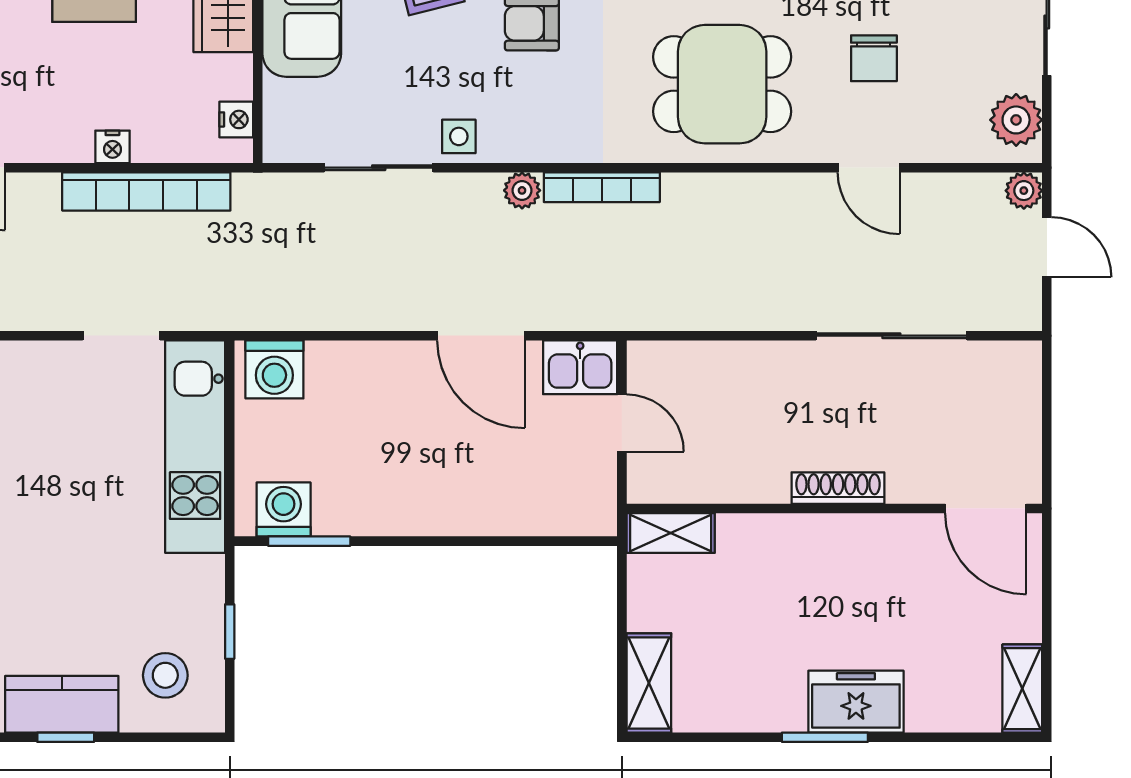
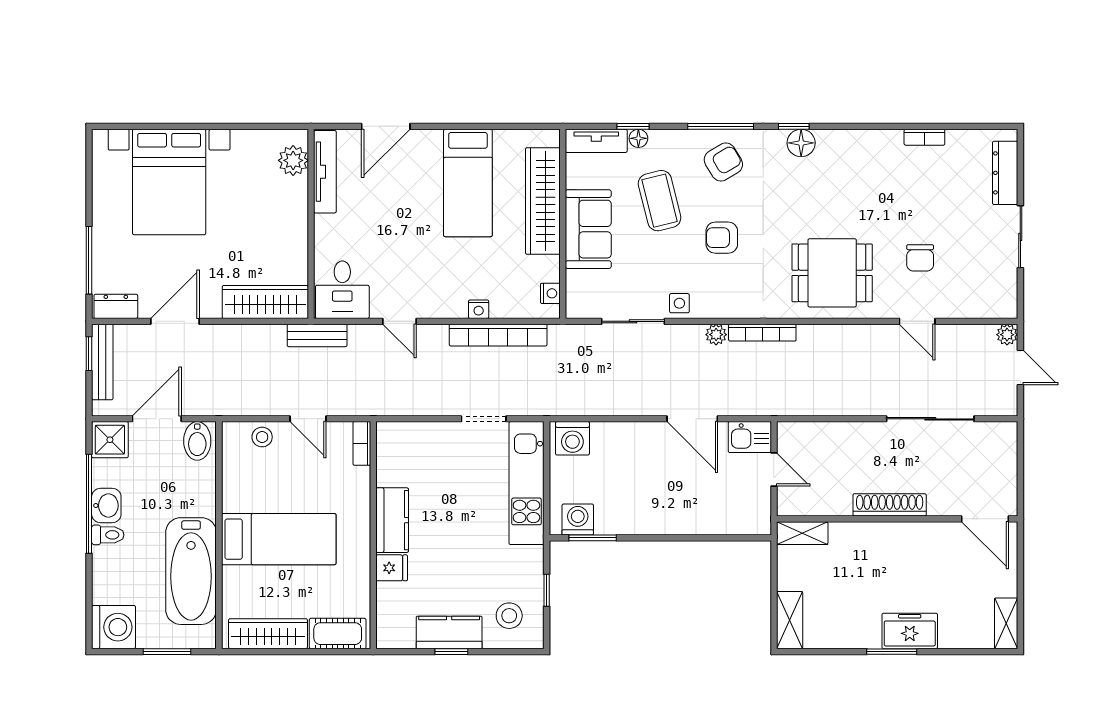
plant: (1016, 120) -> (1003, 294), removed
shoe rack: (838, 488) -> (890, 505), width x1.36, depth x1.24

